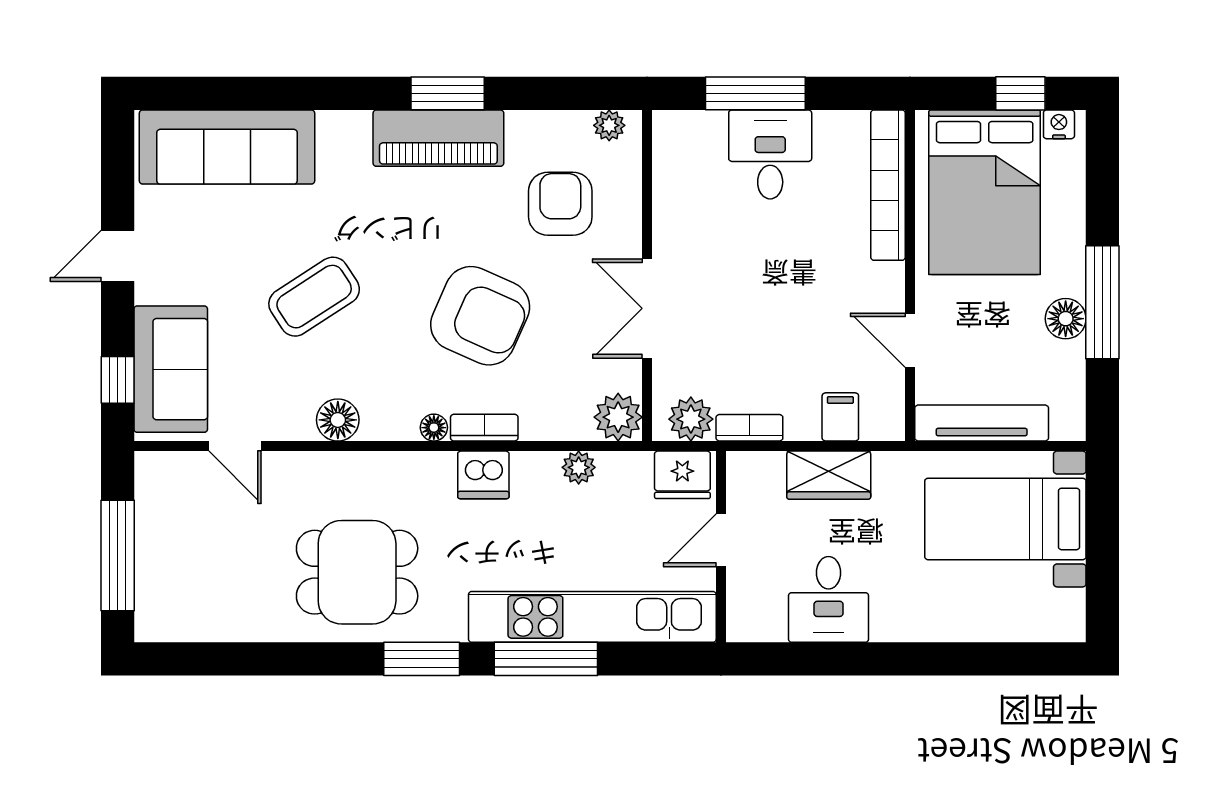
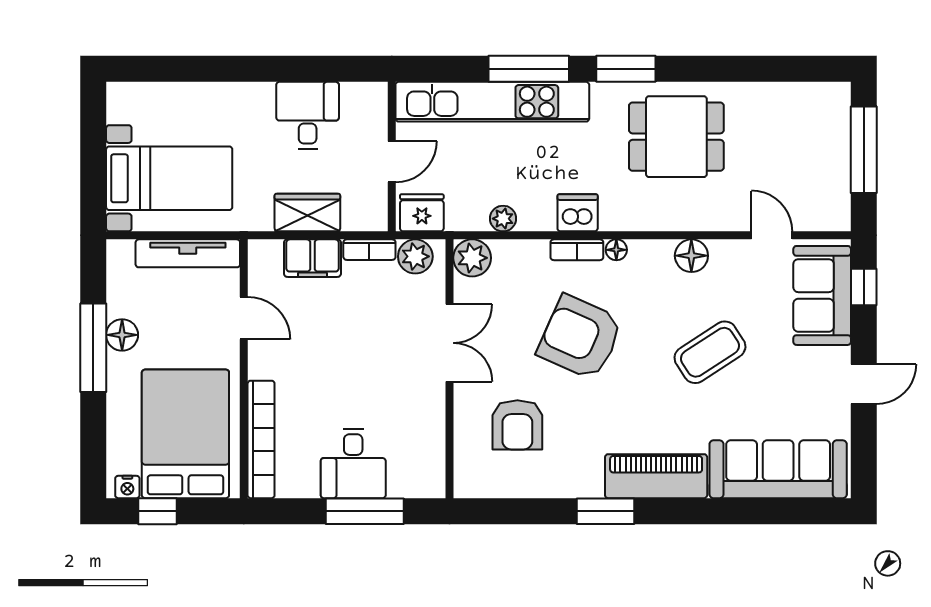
plant: (609, 125) -> (479, 486), removed
piano: (438, 138) -> (656, 476), moved
filing cabinet: (840, 417) -> (312, 258), width x2.00

